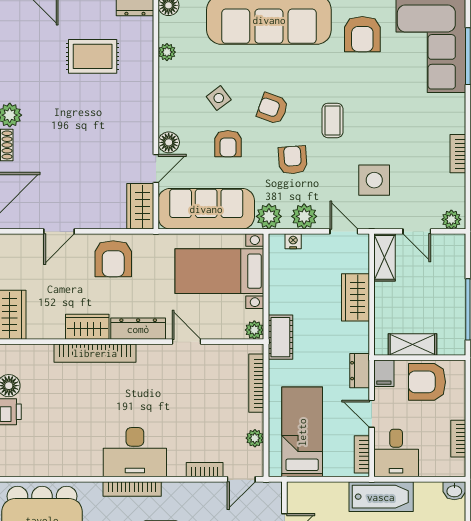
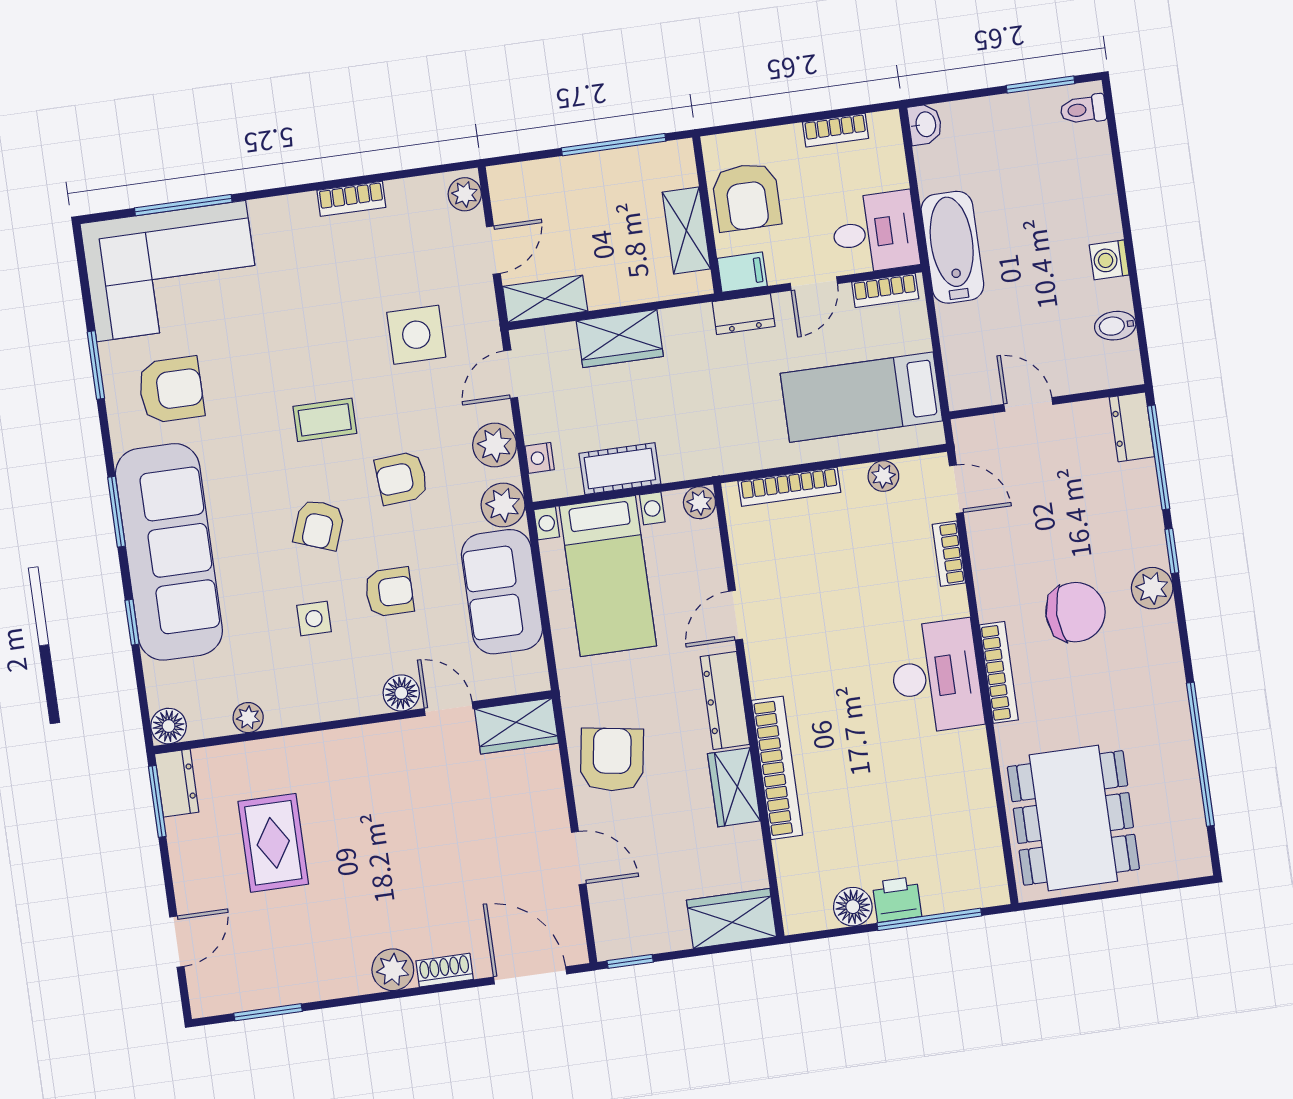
side table: (219, 98) -> (314, 619), turned 37
sofa: (206, 209) -> (502, 592), width x0.73
armchair: (113, 259) -> (612, 760), turned -81
cot: (280, 337) -> (620, 469), moved

